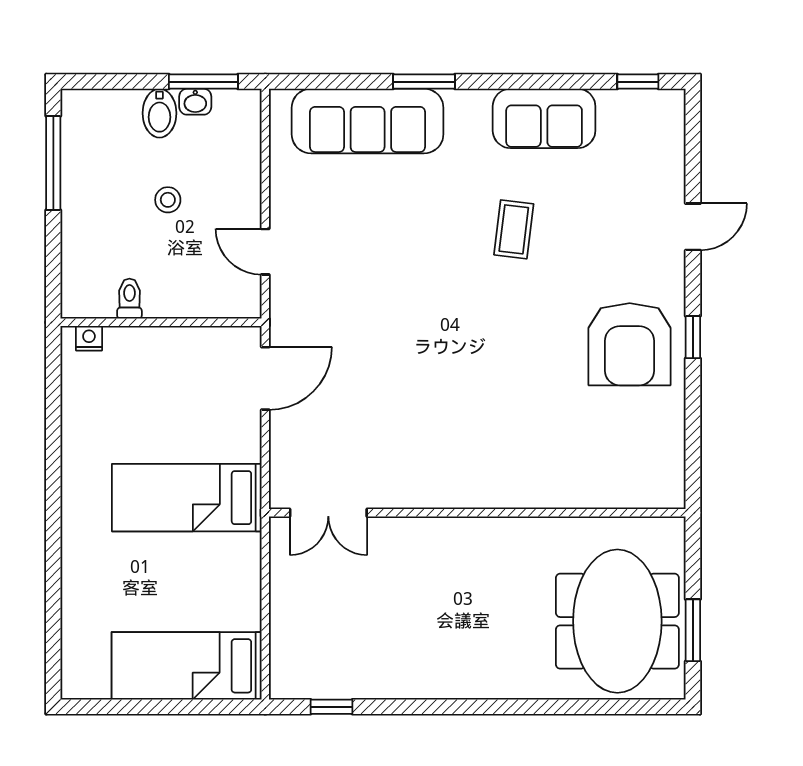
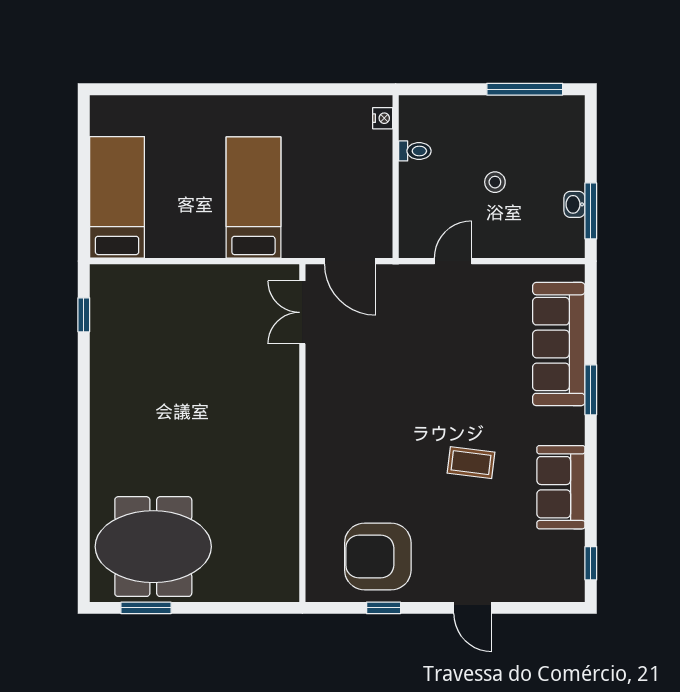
bidet: (159, 113) -> (565, 175), removed
double door: (328, 513) -> (302, 312), moved
wall: (477, 513) -> (302, 433), moved

